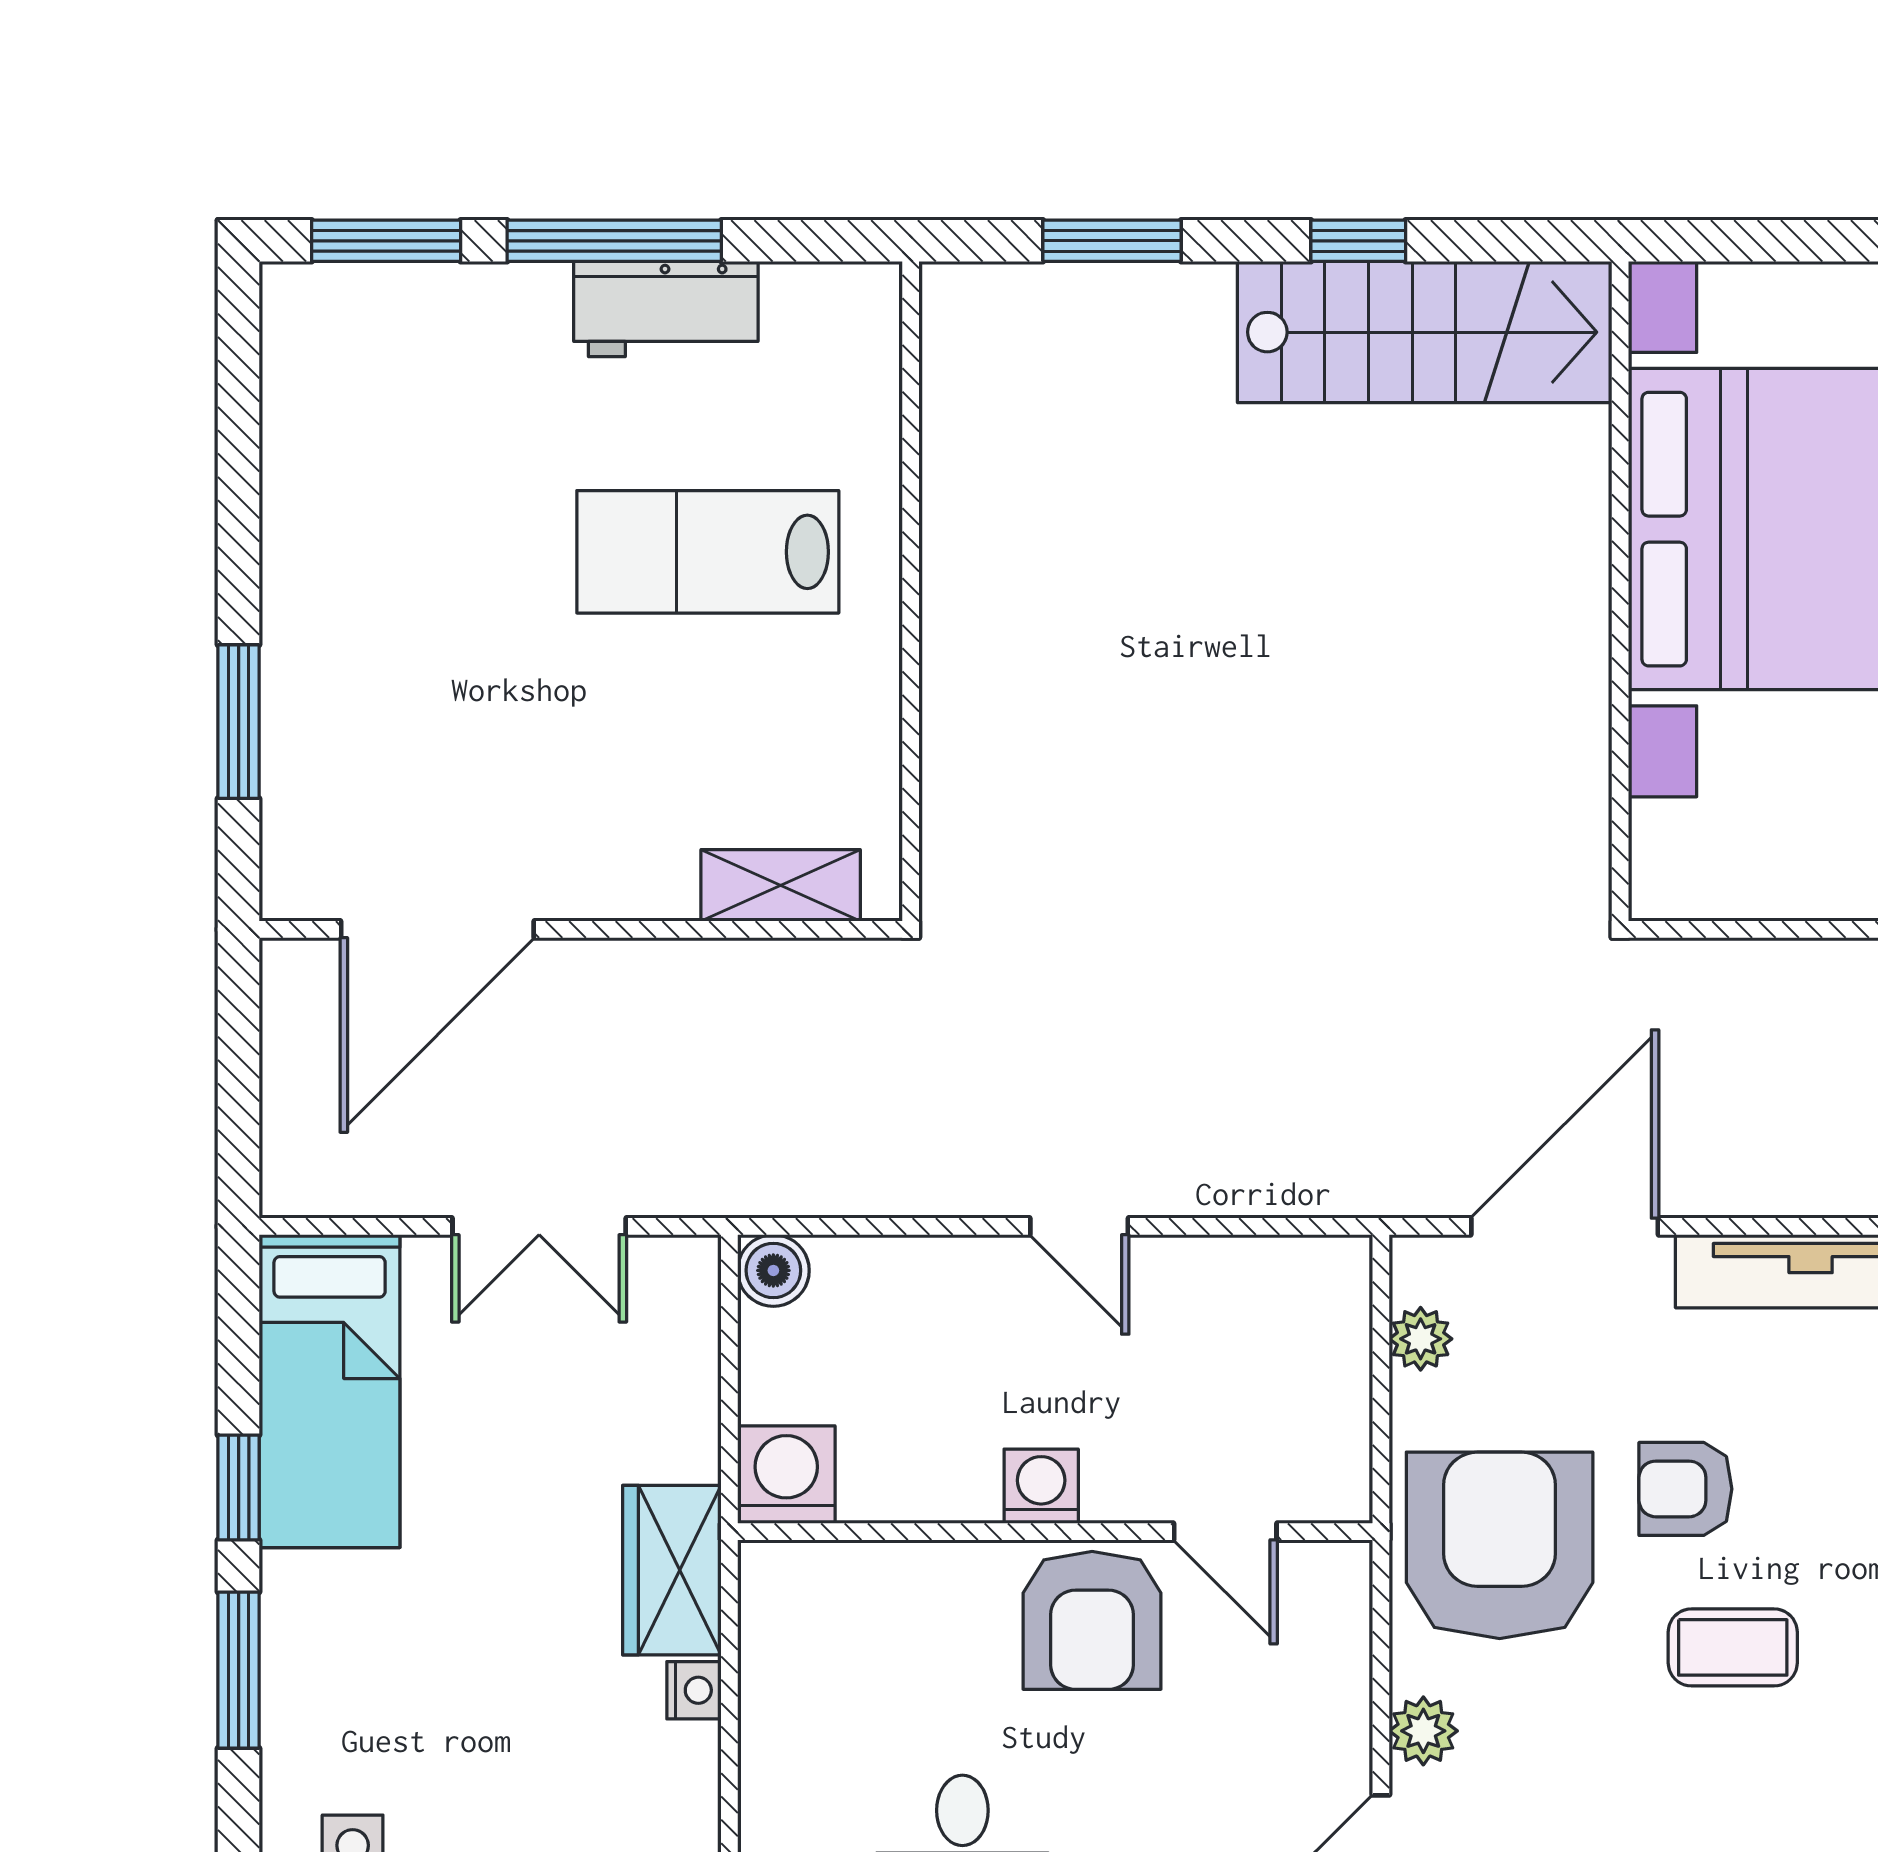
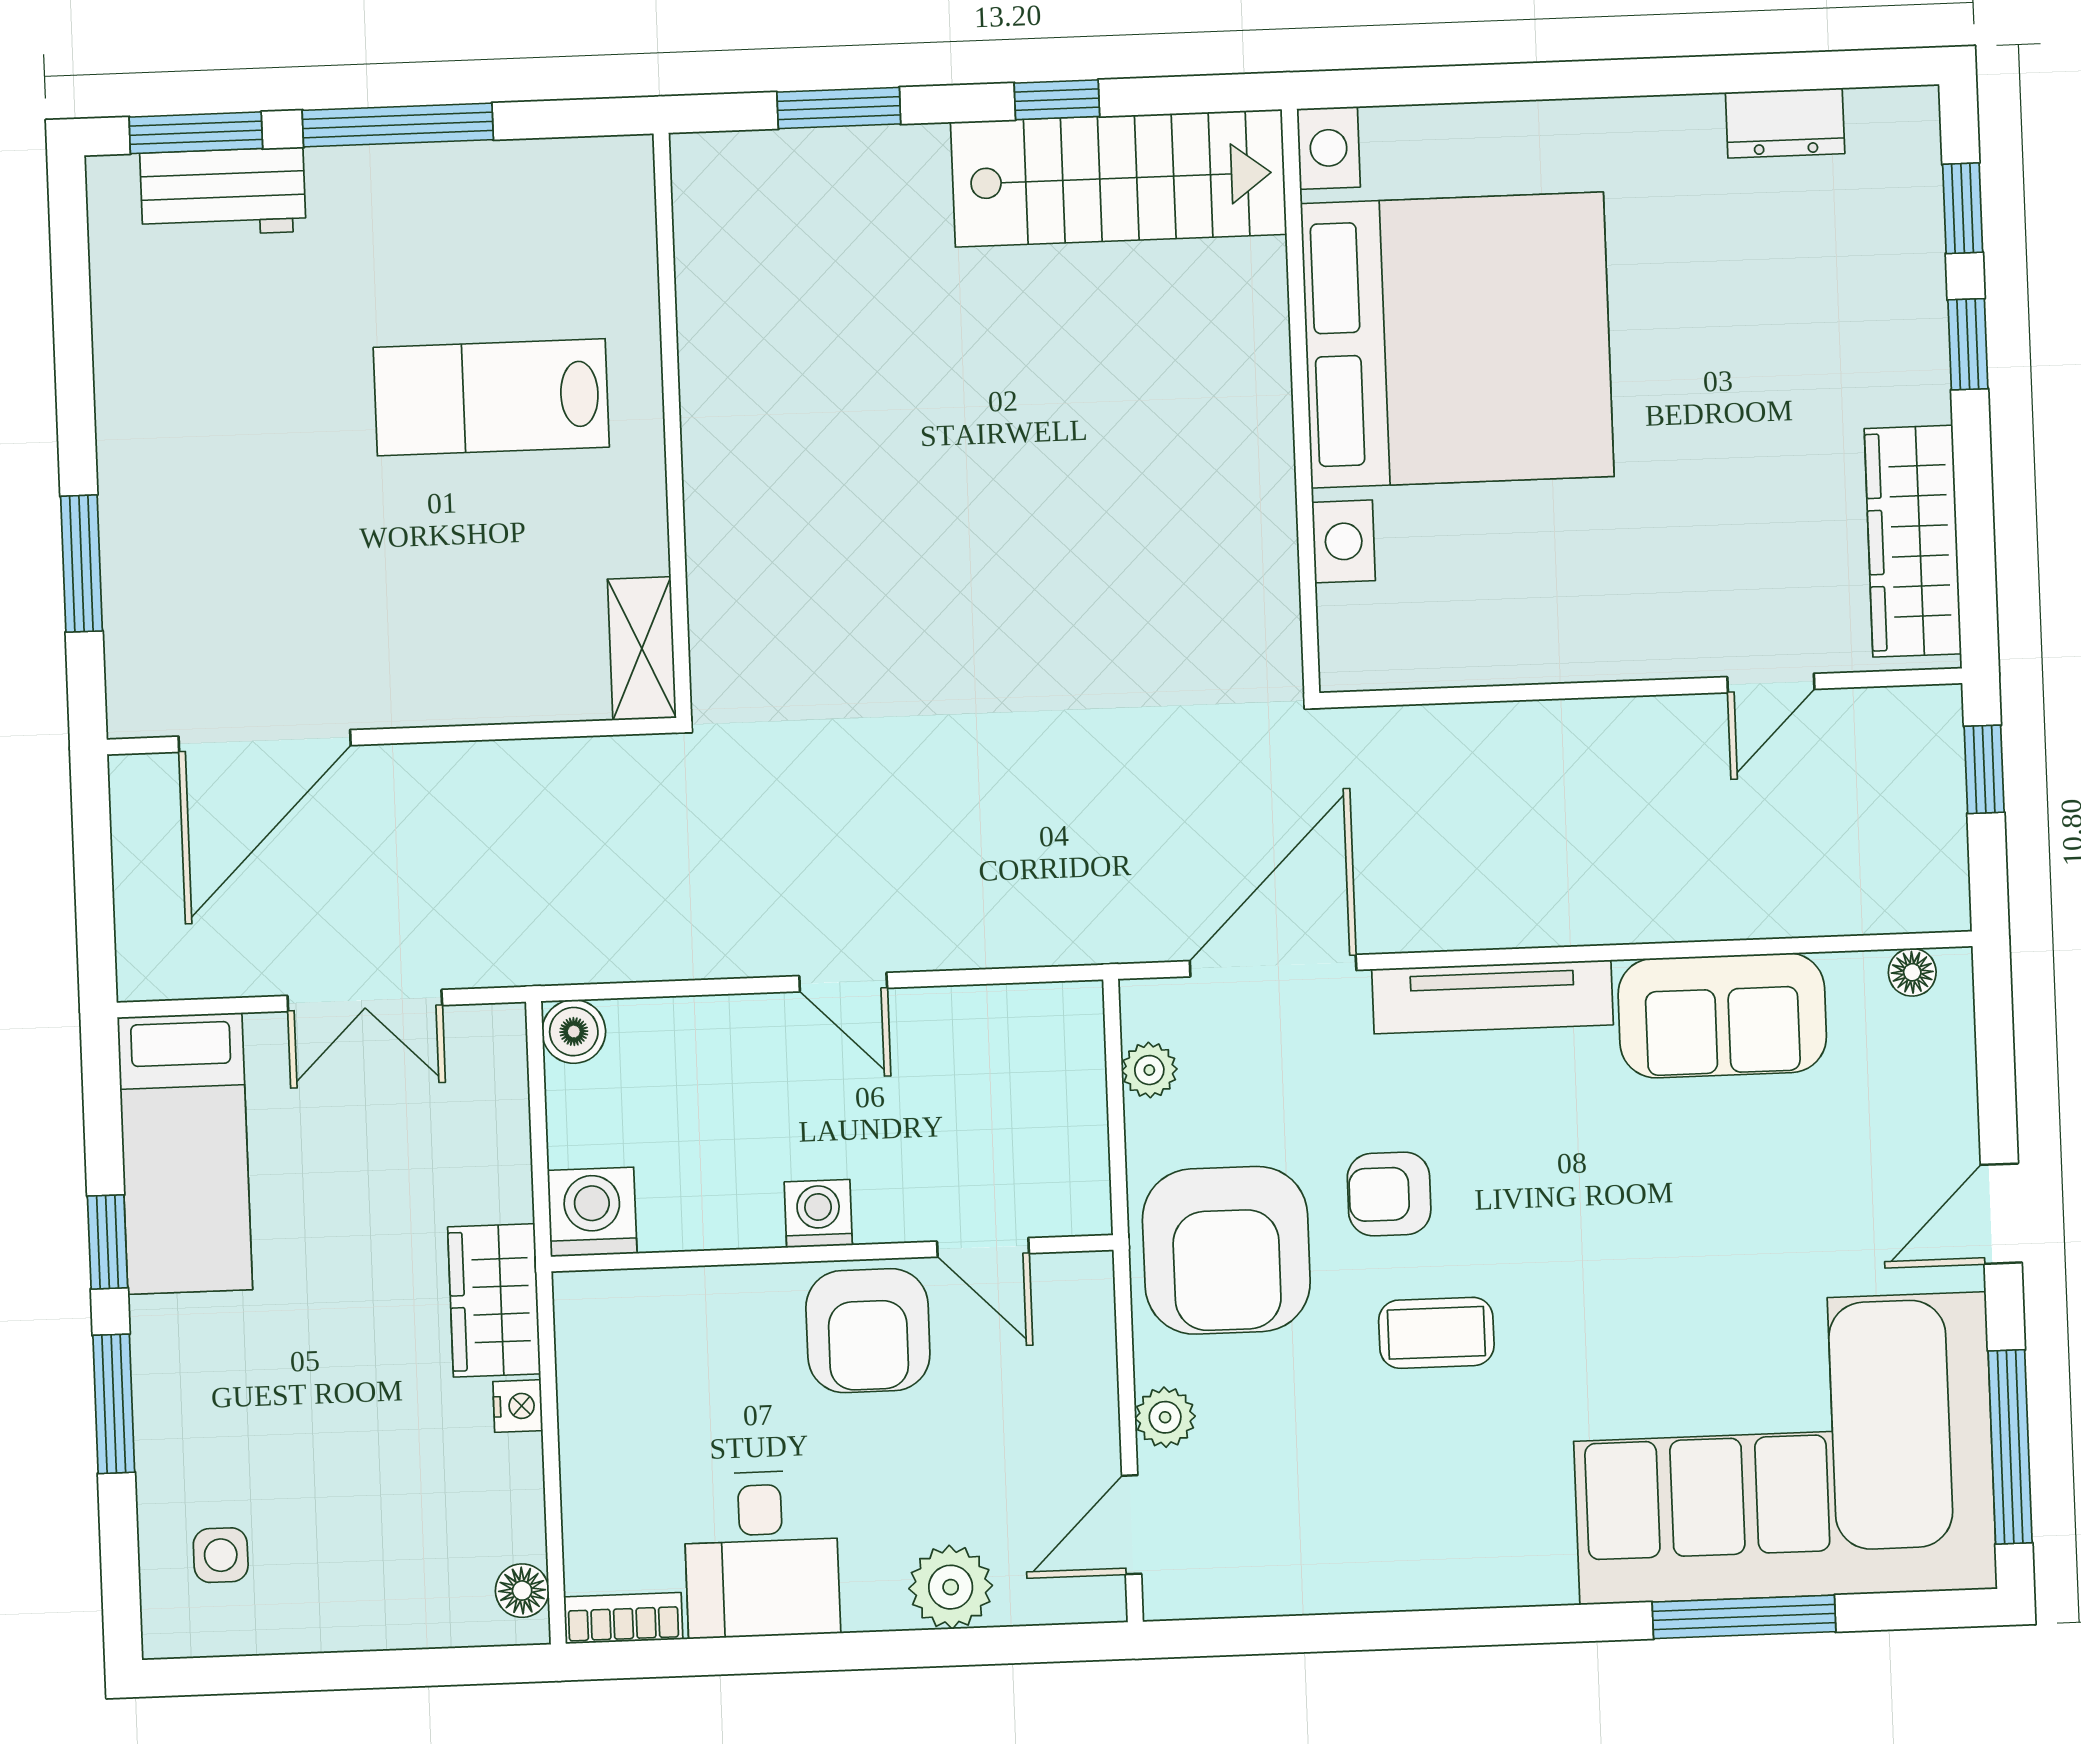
workbench: (666, 309) -> (223, 192), moved
shelving: (781, 885) -> (642, 648), moved, turned 90
armchair: (1500, 1545) -> (1226, 1250), turned 180

